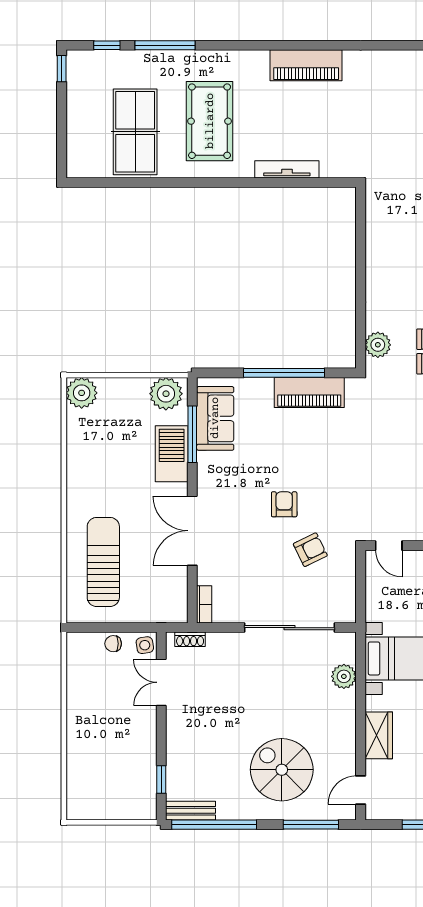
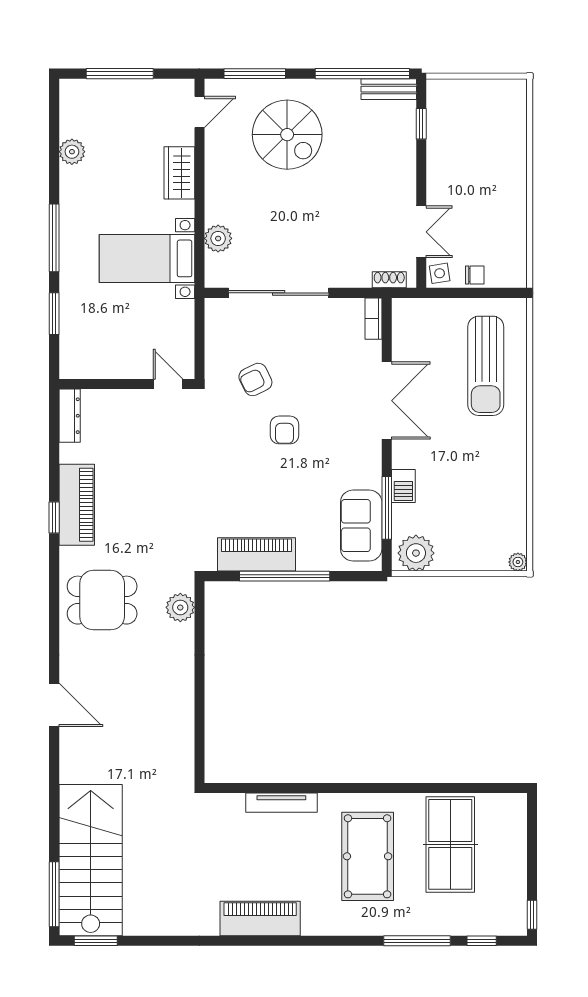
plant: (82, 393) -> (518, 562), width x0.53, depth x0.53
barbecue: (172, 454) -> (403, 486), width x0.53, depth x0.65

